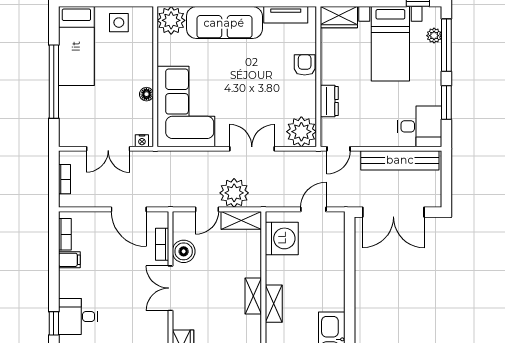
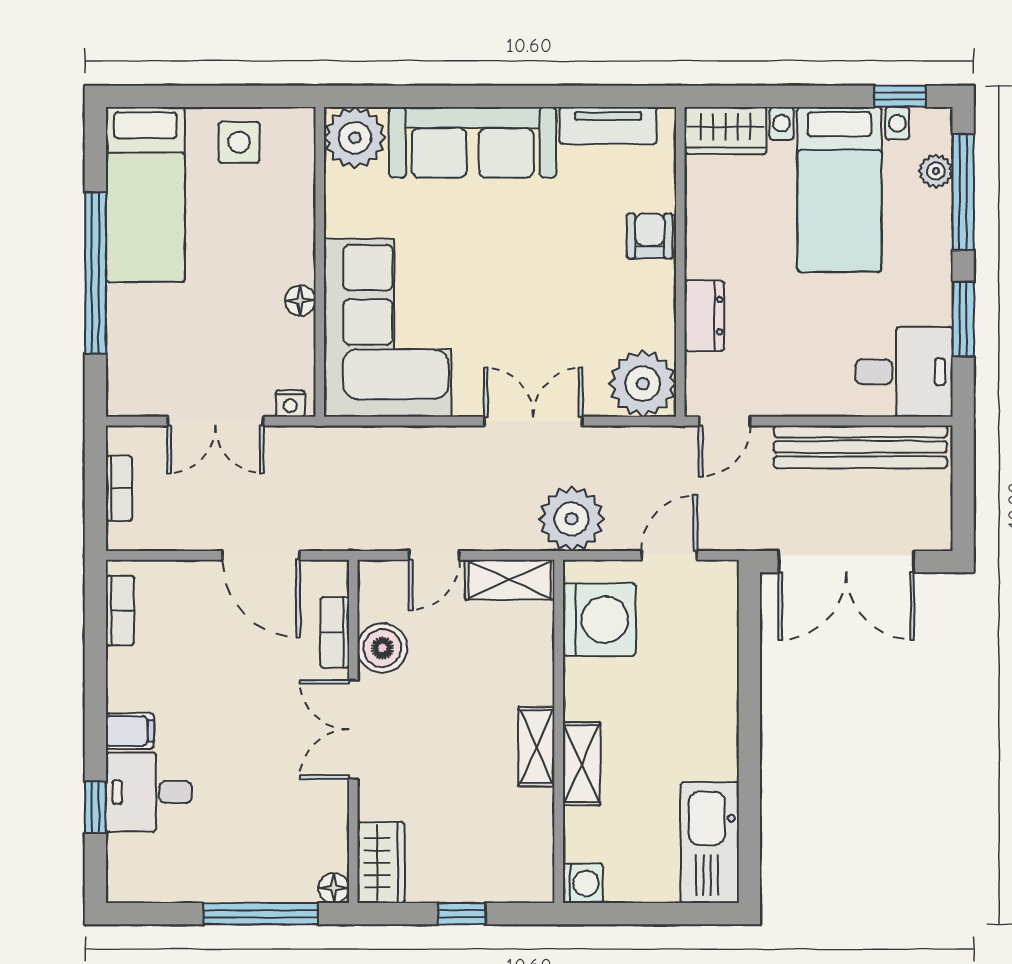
plant: (234, 193) -> (572, 519), moved
filing cabinet: (69, 260) -> (130, 731), moved

